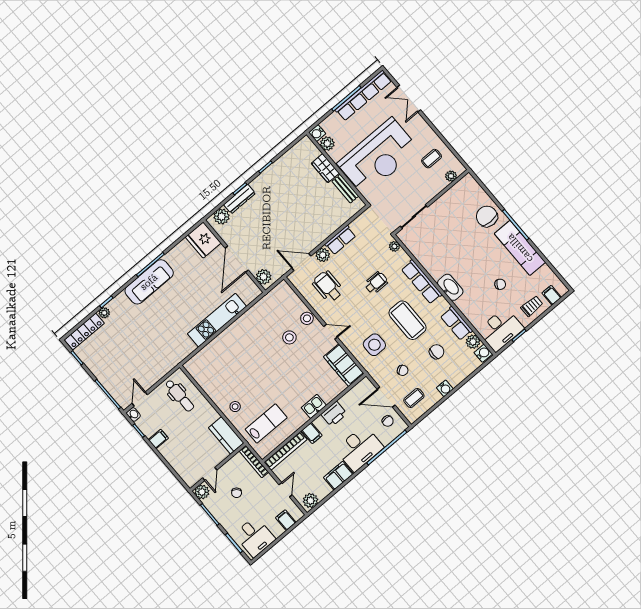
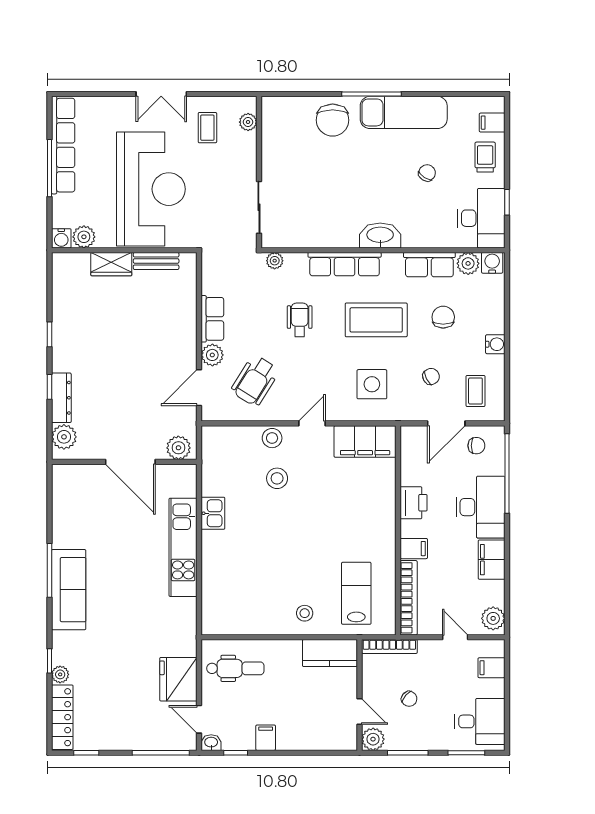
double door: (409, 99) -> (161, 94), moved
chair: (487, 216) -> (333, 120), turned -90
fridge: (203, 240) -> (178, 679), moved, turned 90
wheelchair: (328, 286) -> (255, 381), turned -58
kitchen sink: (314, 406) -> (213, 513), moved, turned 180

